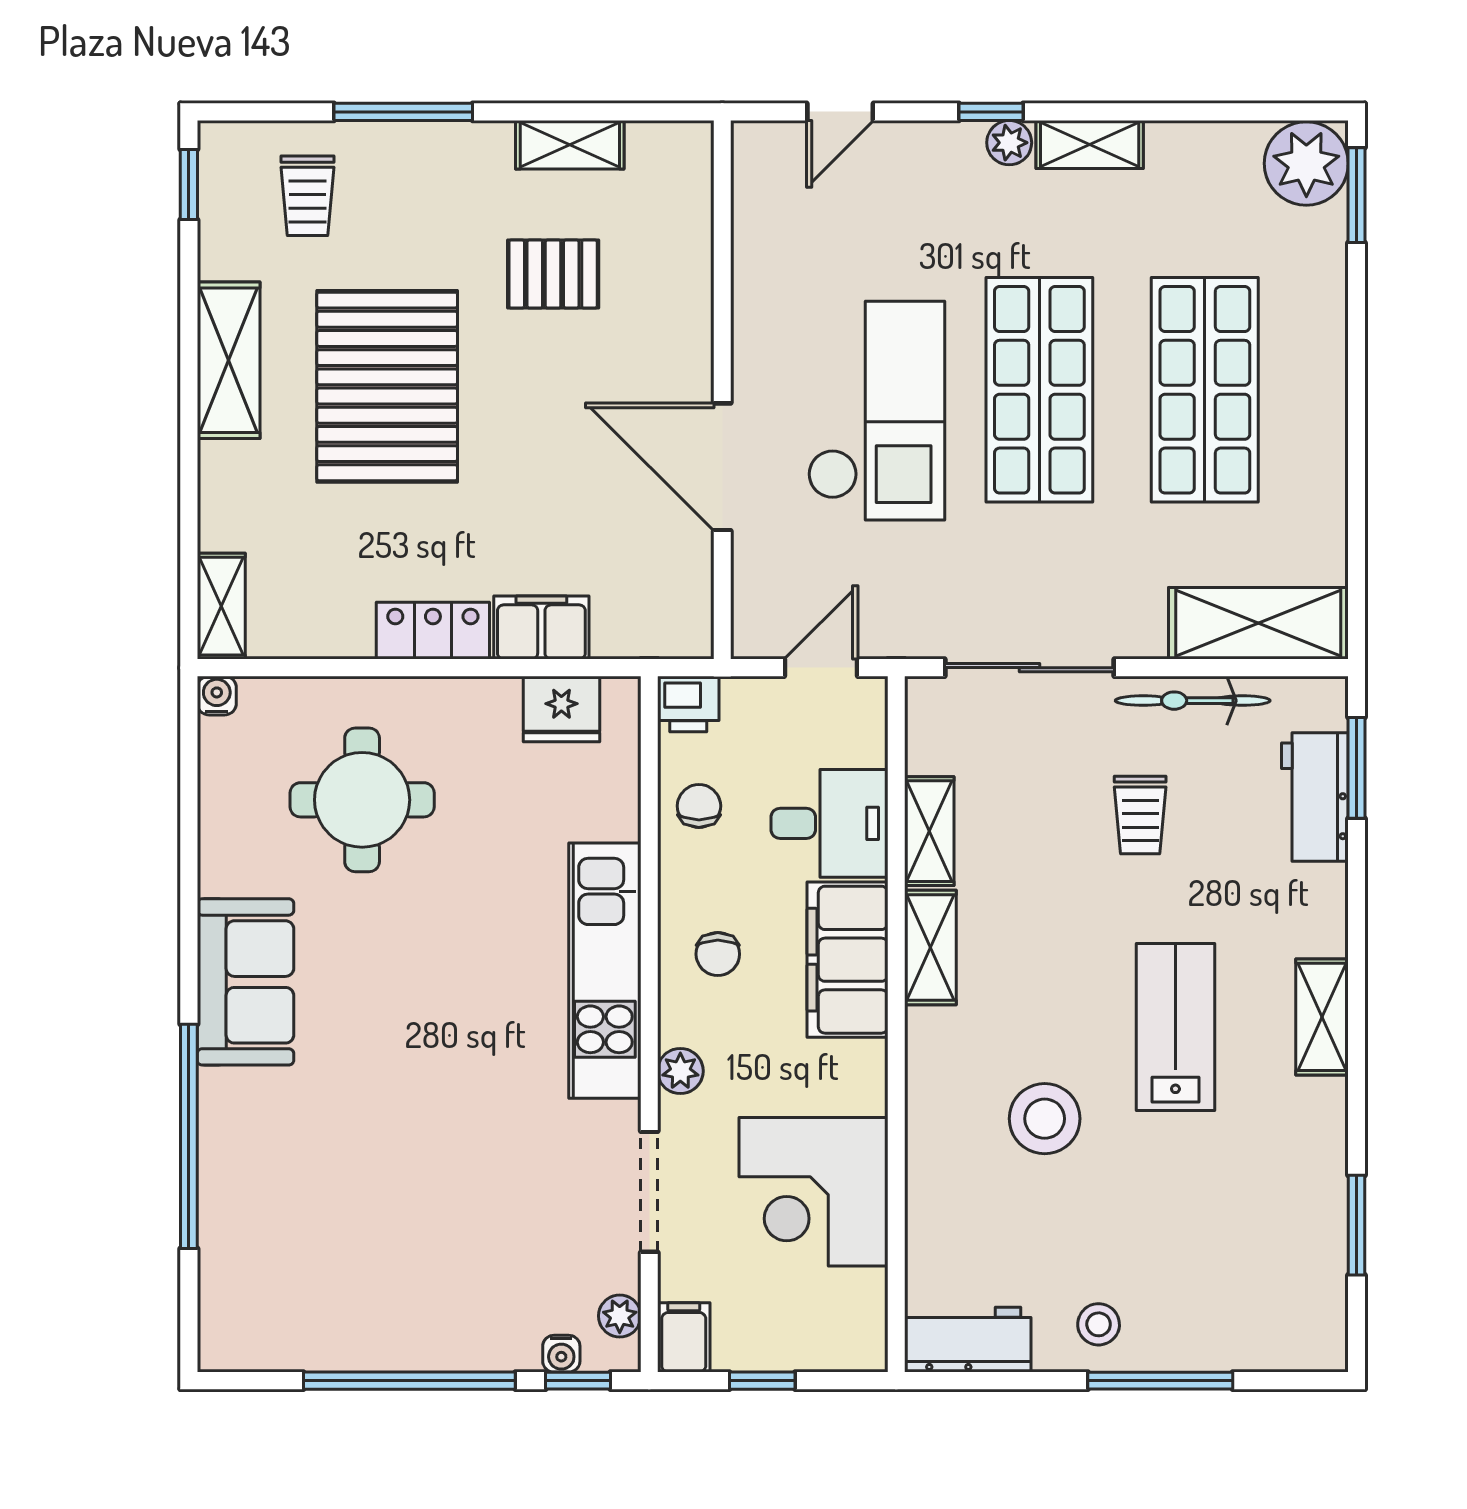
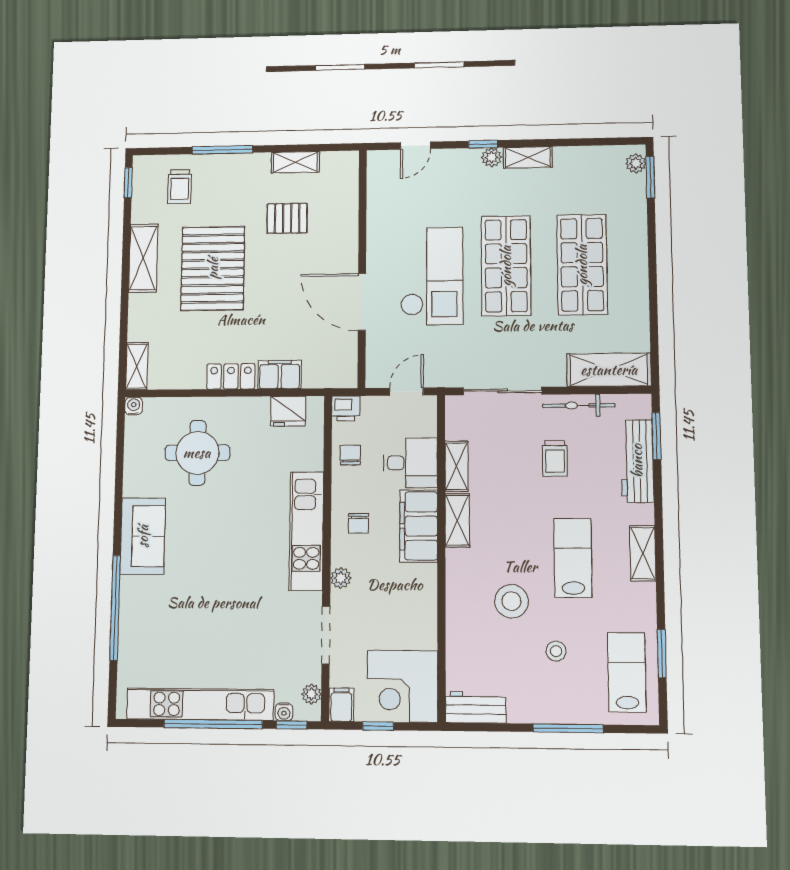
plant: (1306, 163) -> (636, 164), width x0.53, depth x0.53
workbench: (1315, 797) -> (637, 461), width x1.38
corner desk: (813, 1192) -> (402, 686), moved
lab bench: (1284, 1265) -> (627, 672), added
stool: (1099, 1324) -> (556, 651), moved
kitchen unit: (380, 1340) -> (200, 704), added

